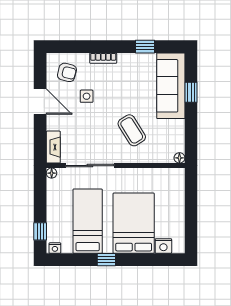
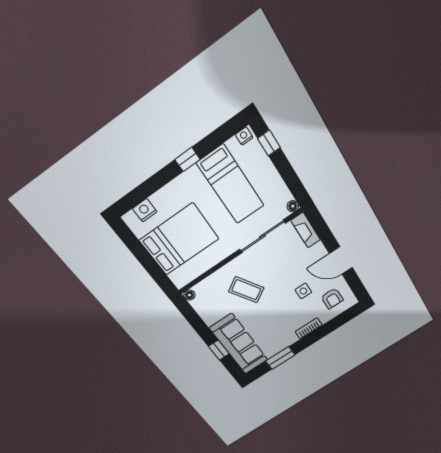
window: (145, 47) -> (280, 358), width x1.50
armchair: (67, 72) -> (332, 298), turned -104
bed: (134, 223) -> (179, 239), moved, turned -90

